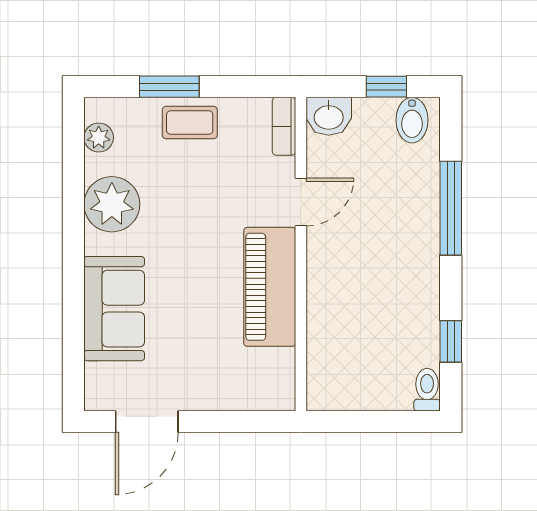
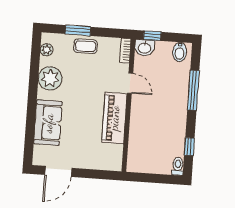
window: (386, 87) -> (152, 36), moved
door: (301, 202) -> (130, 83), hinge flipped

